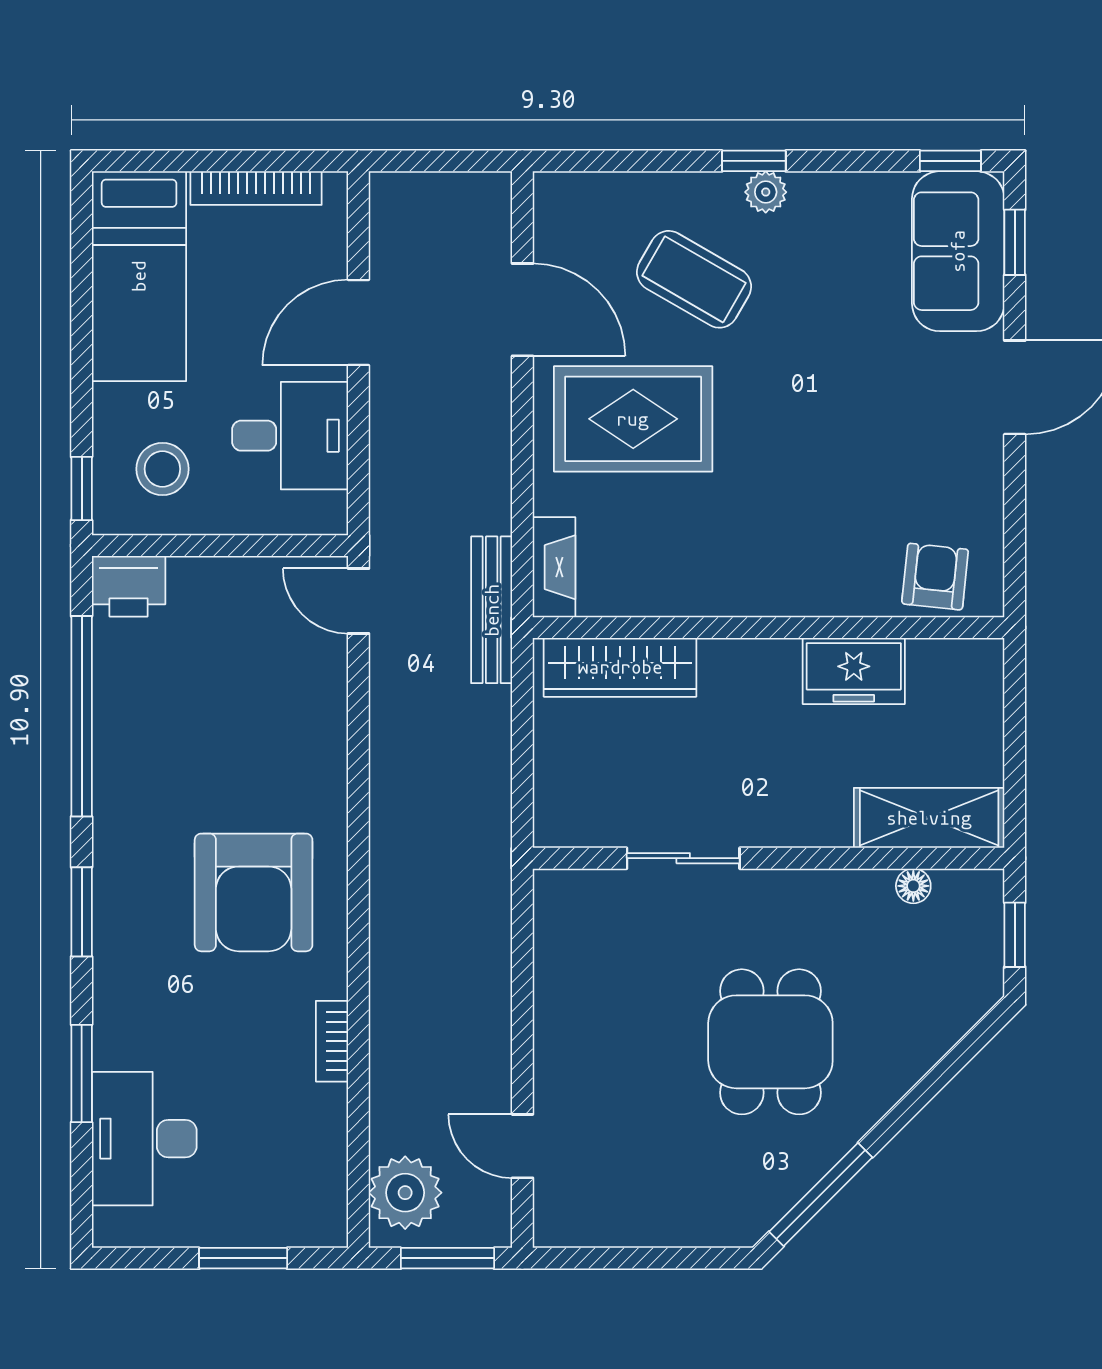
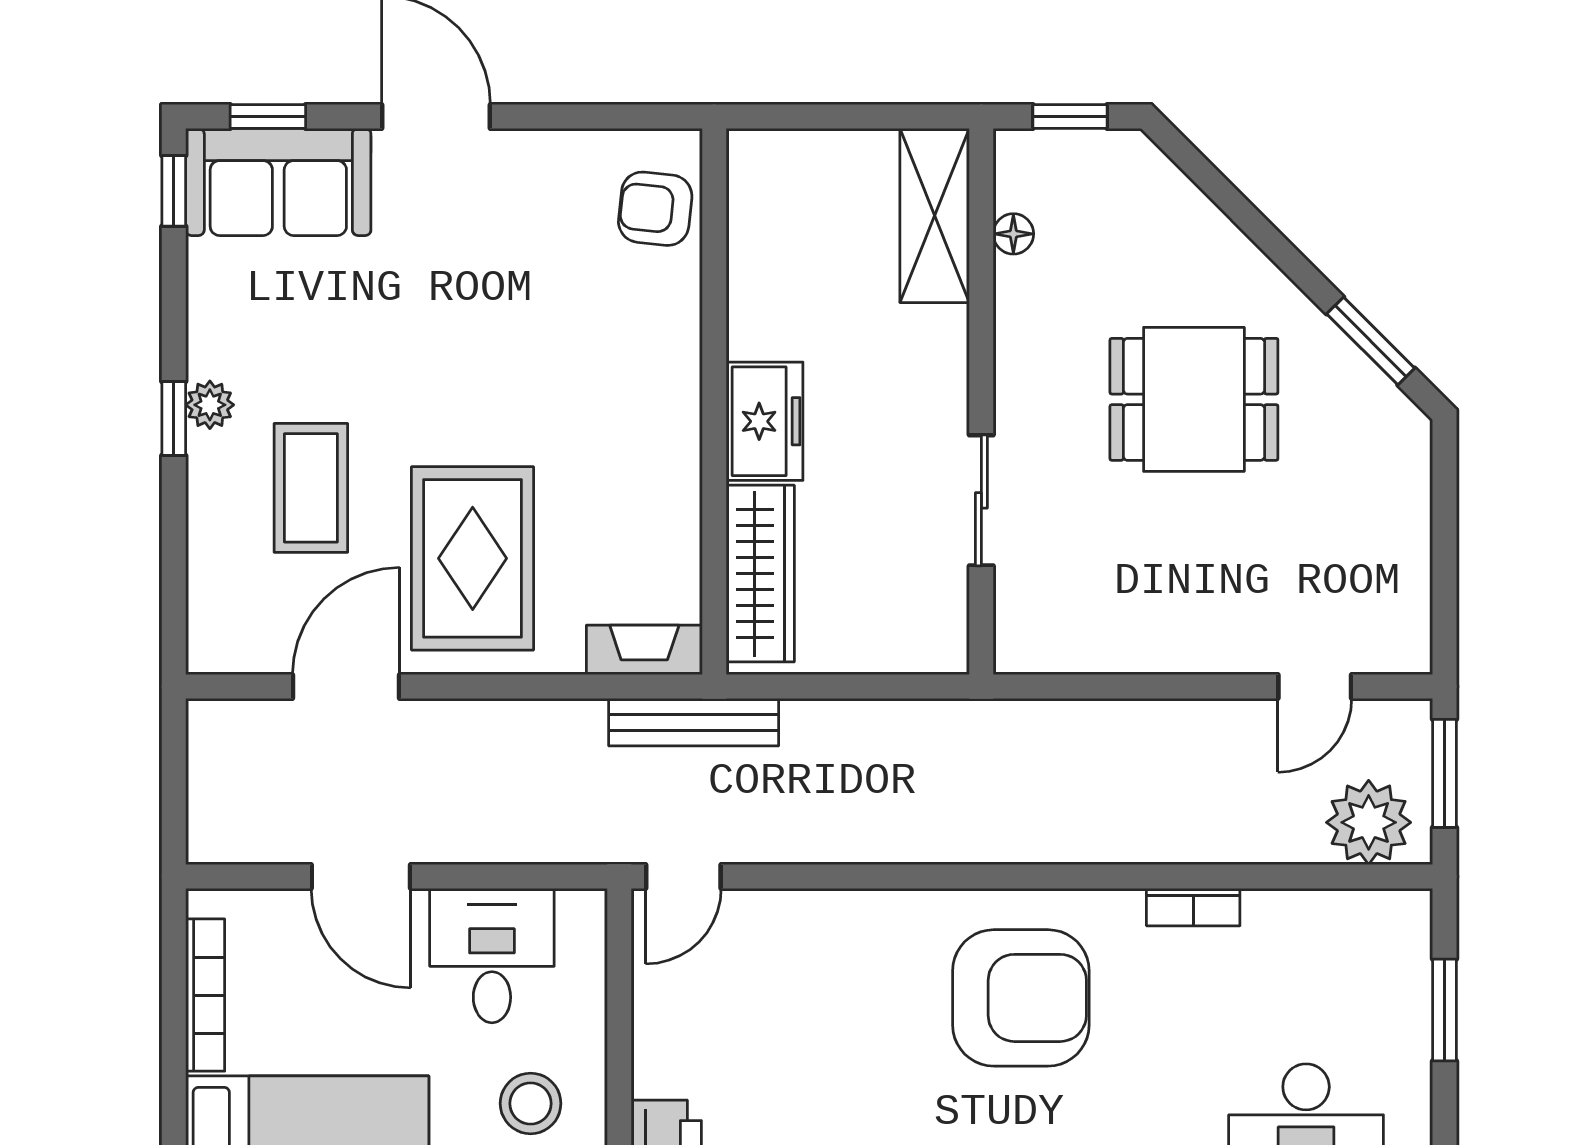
coffee table: (694, 279) -> (311, 488), turned -30
freezer: (854, 671) -> (765, 421), moved
window: (821, 1194) -> (1371, 341), width x0.69

